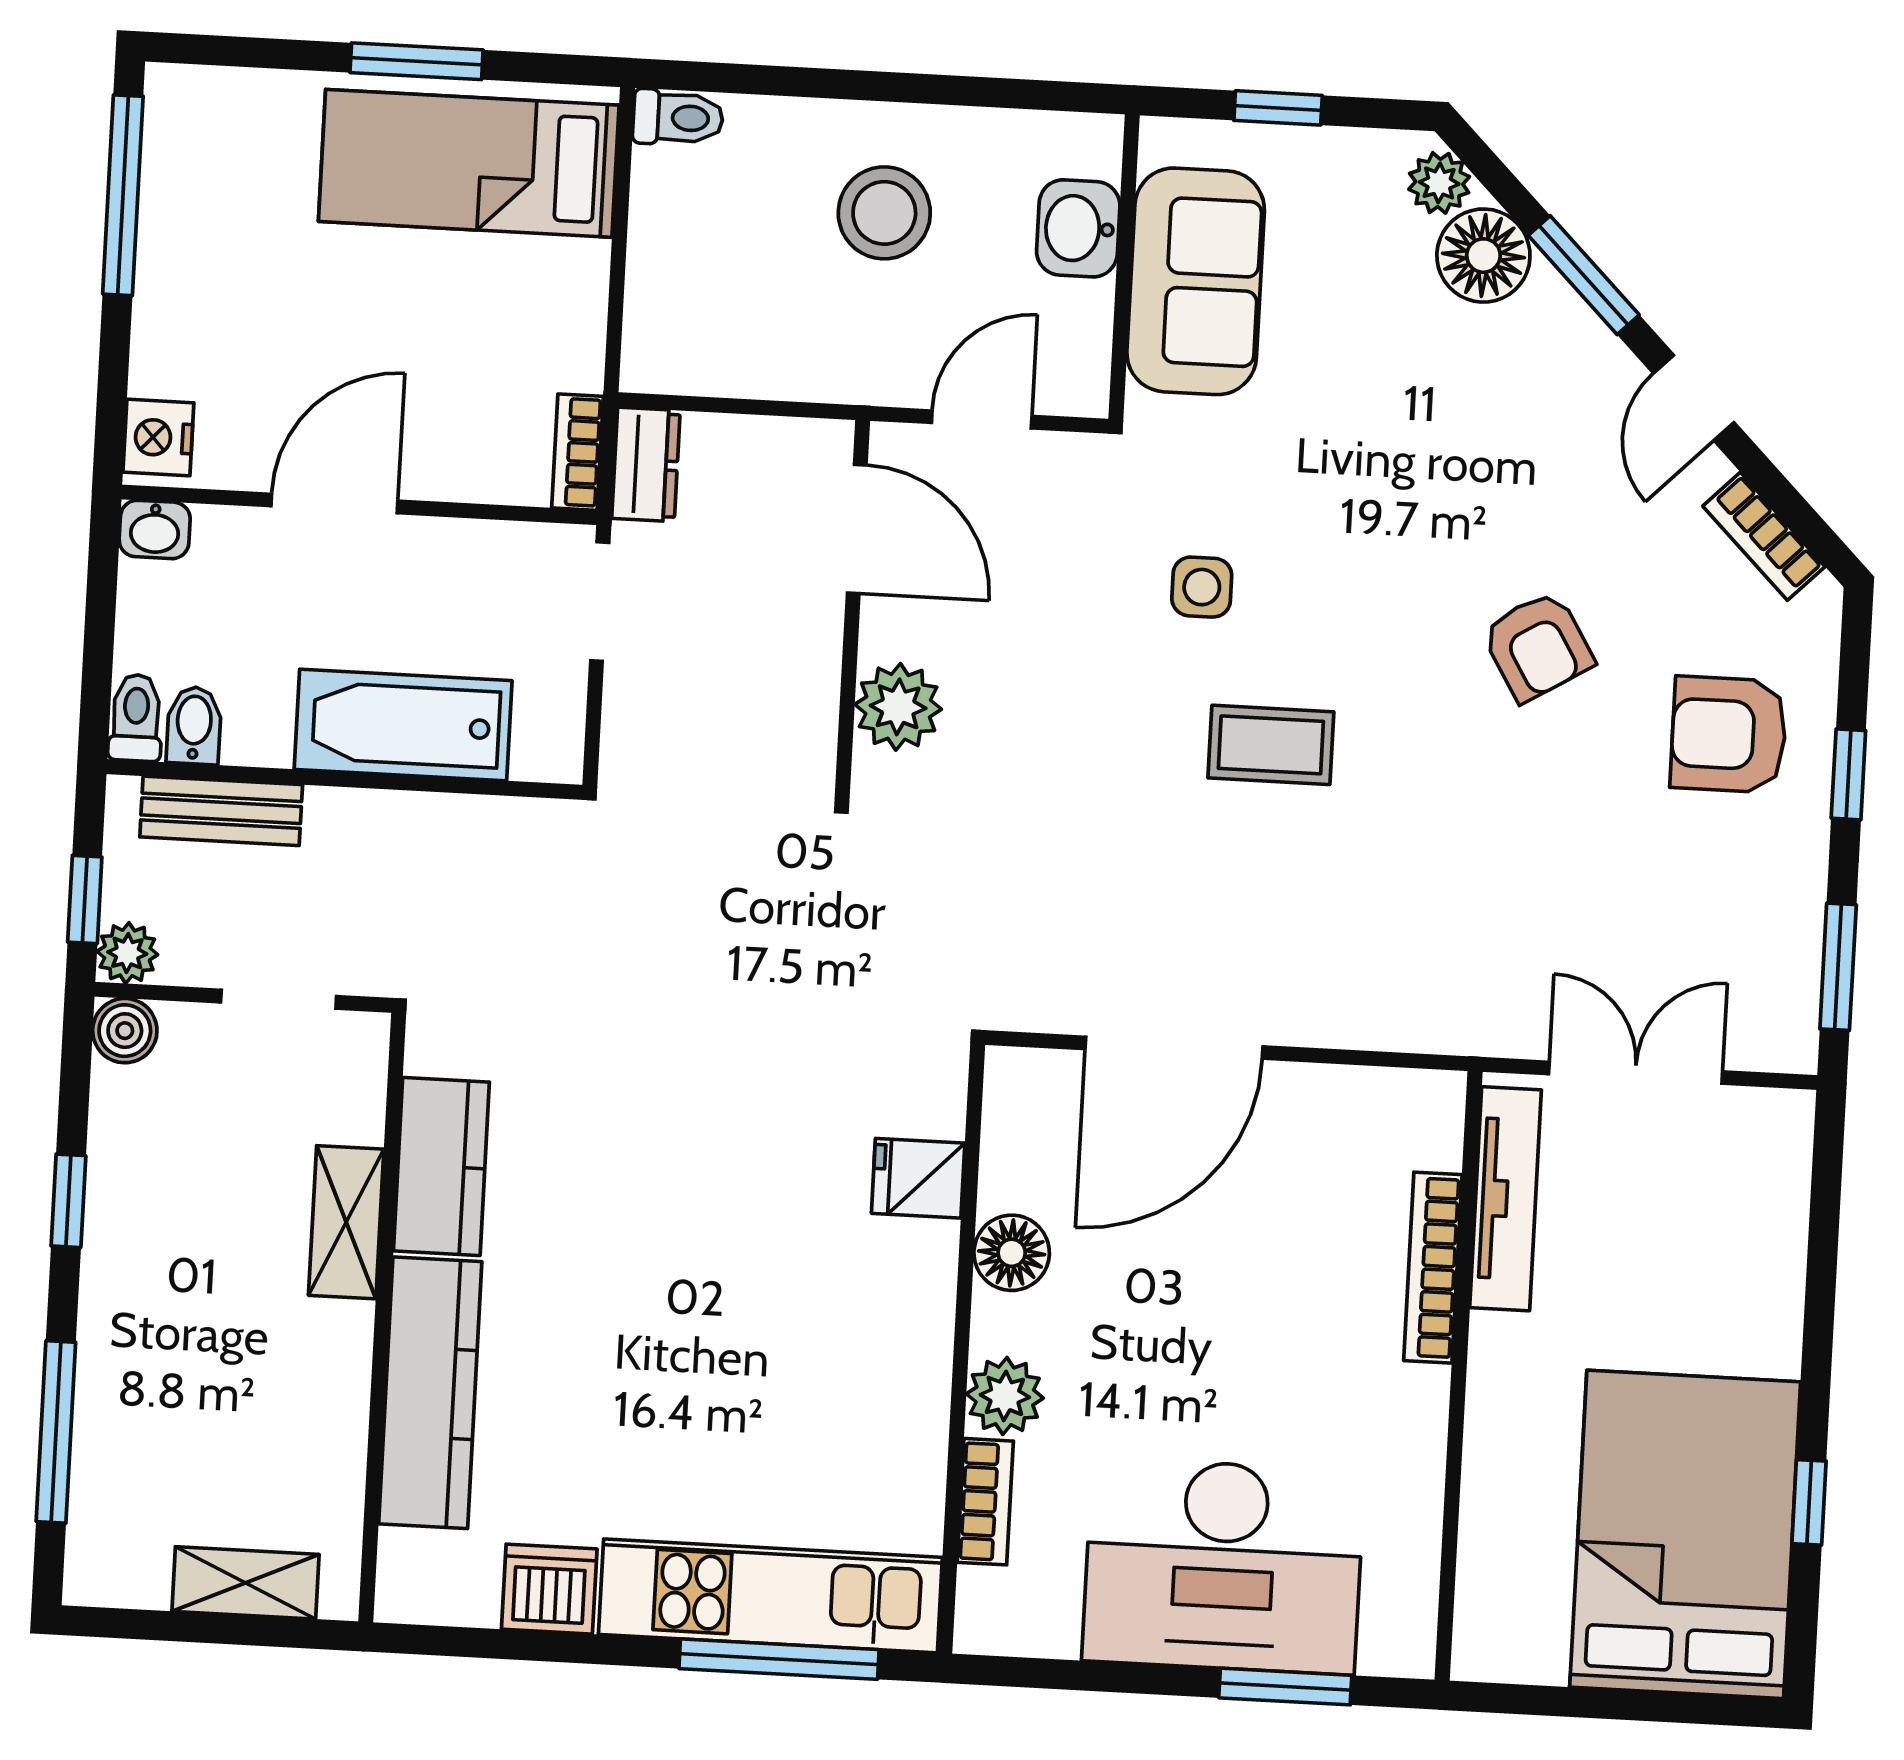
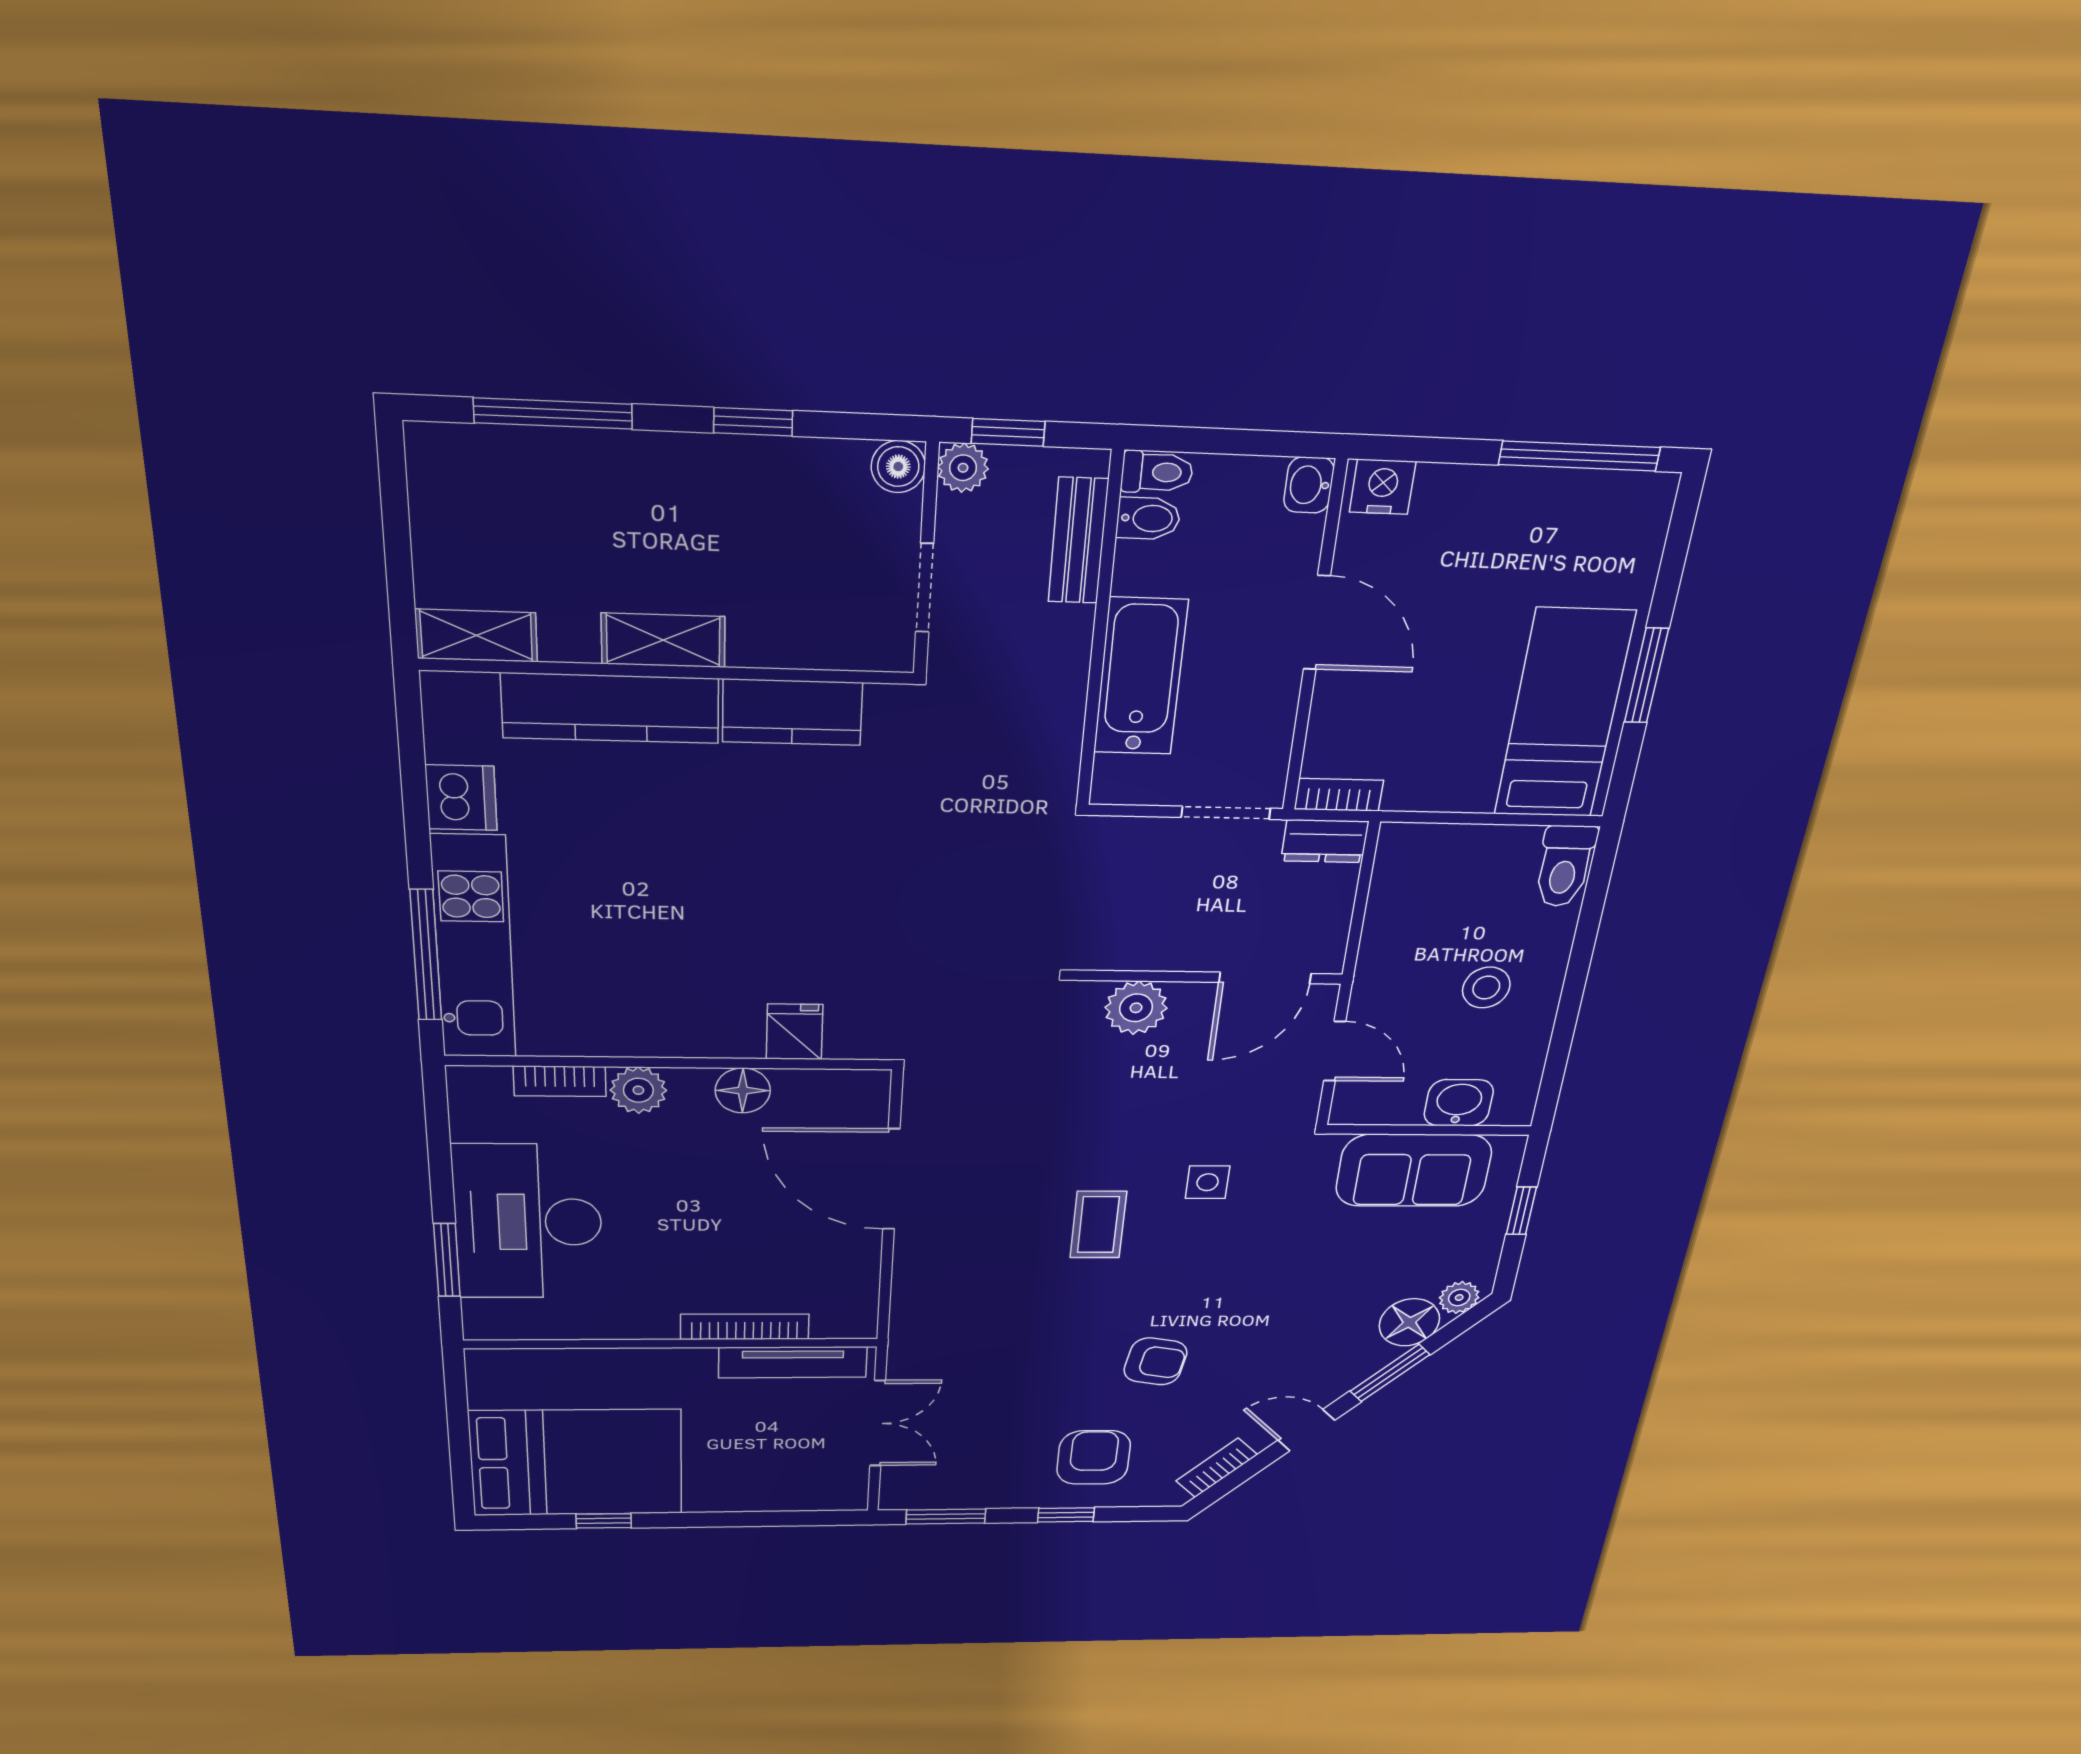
toilet: (678, 118) -> (1565, 866), width x1.37, depth x1.39
stool: (884, 213) -> (1486, 987), width x0.73, depth x0.73
armchair: (1538, 646) -> (1155, 1361), turned -139
shelving: (346, 1222) -> (663, 640), moved
shelving: (246, 1583) -> (476, 636), moved, turned 90

